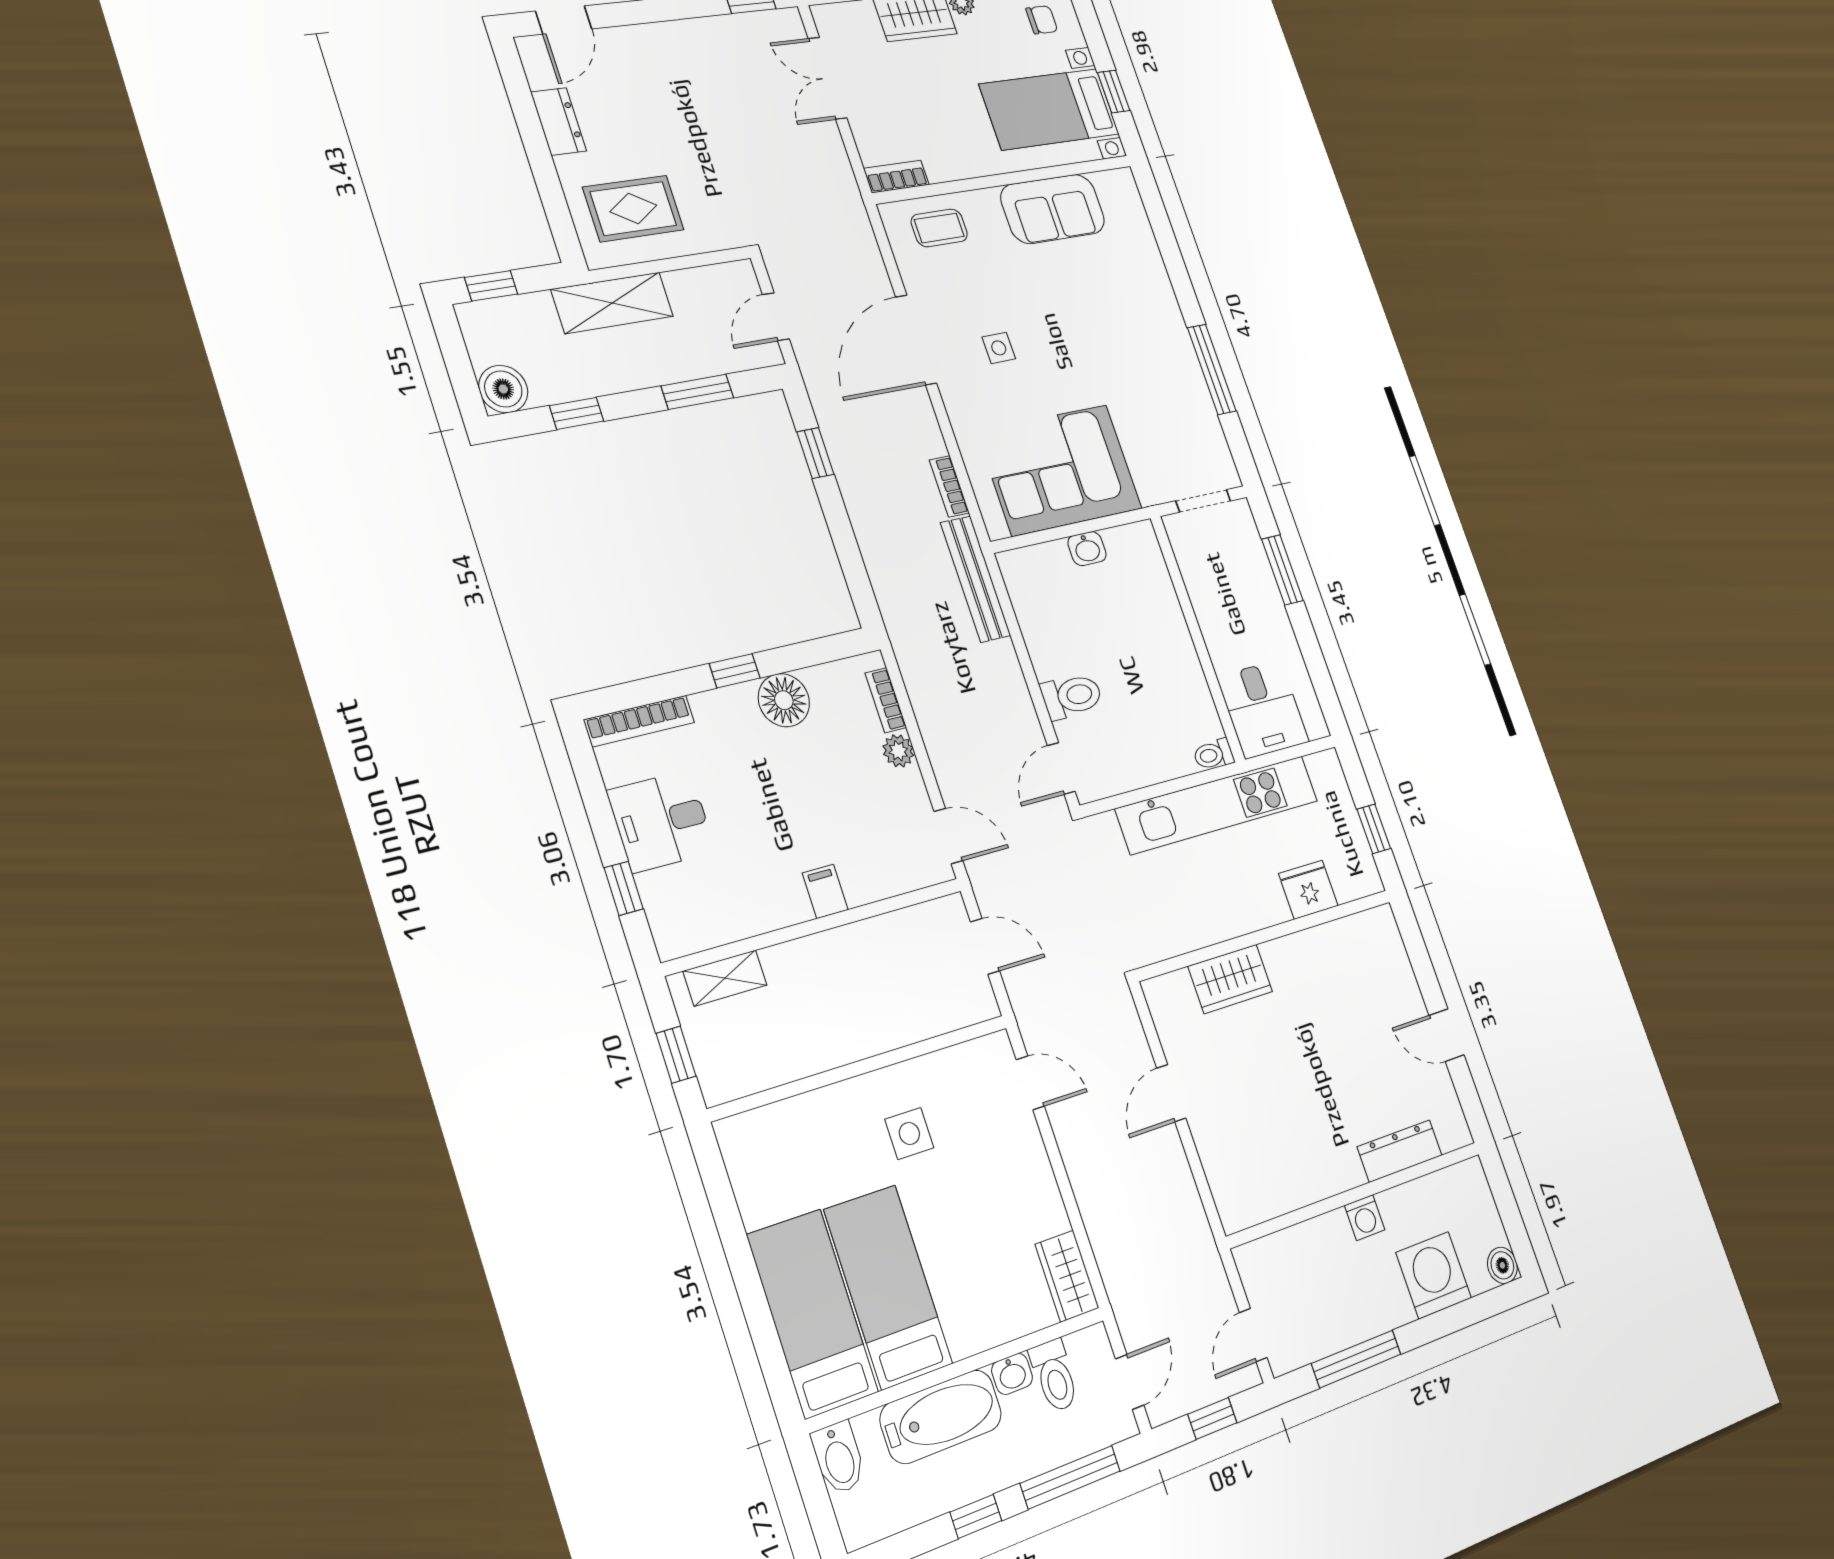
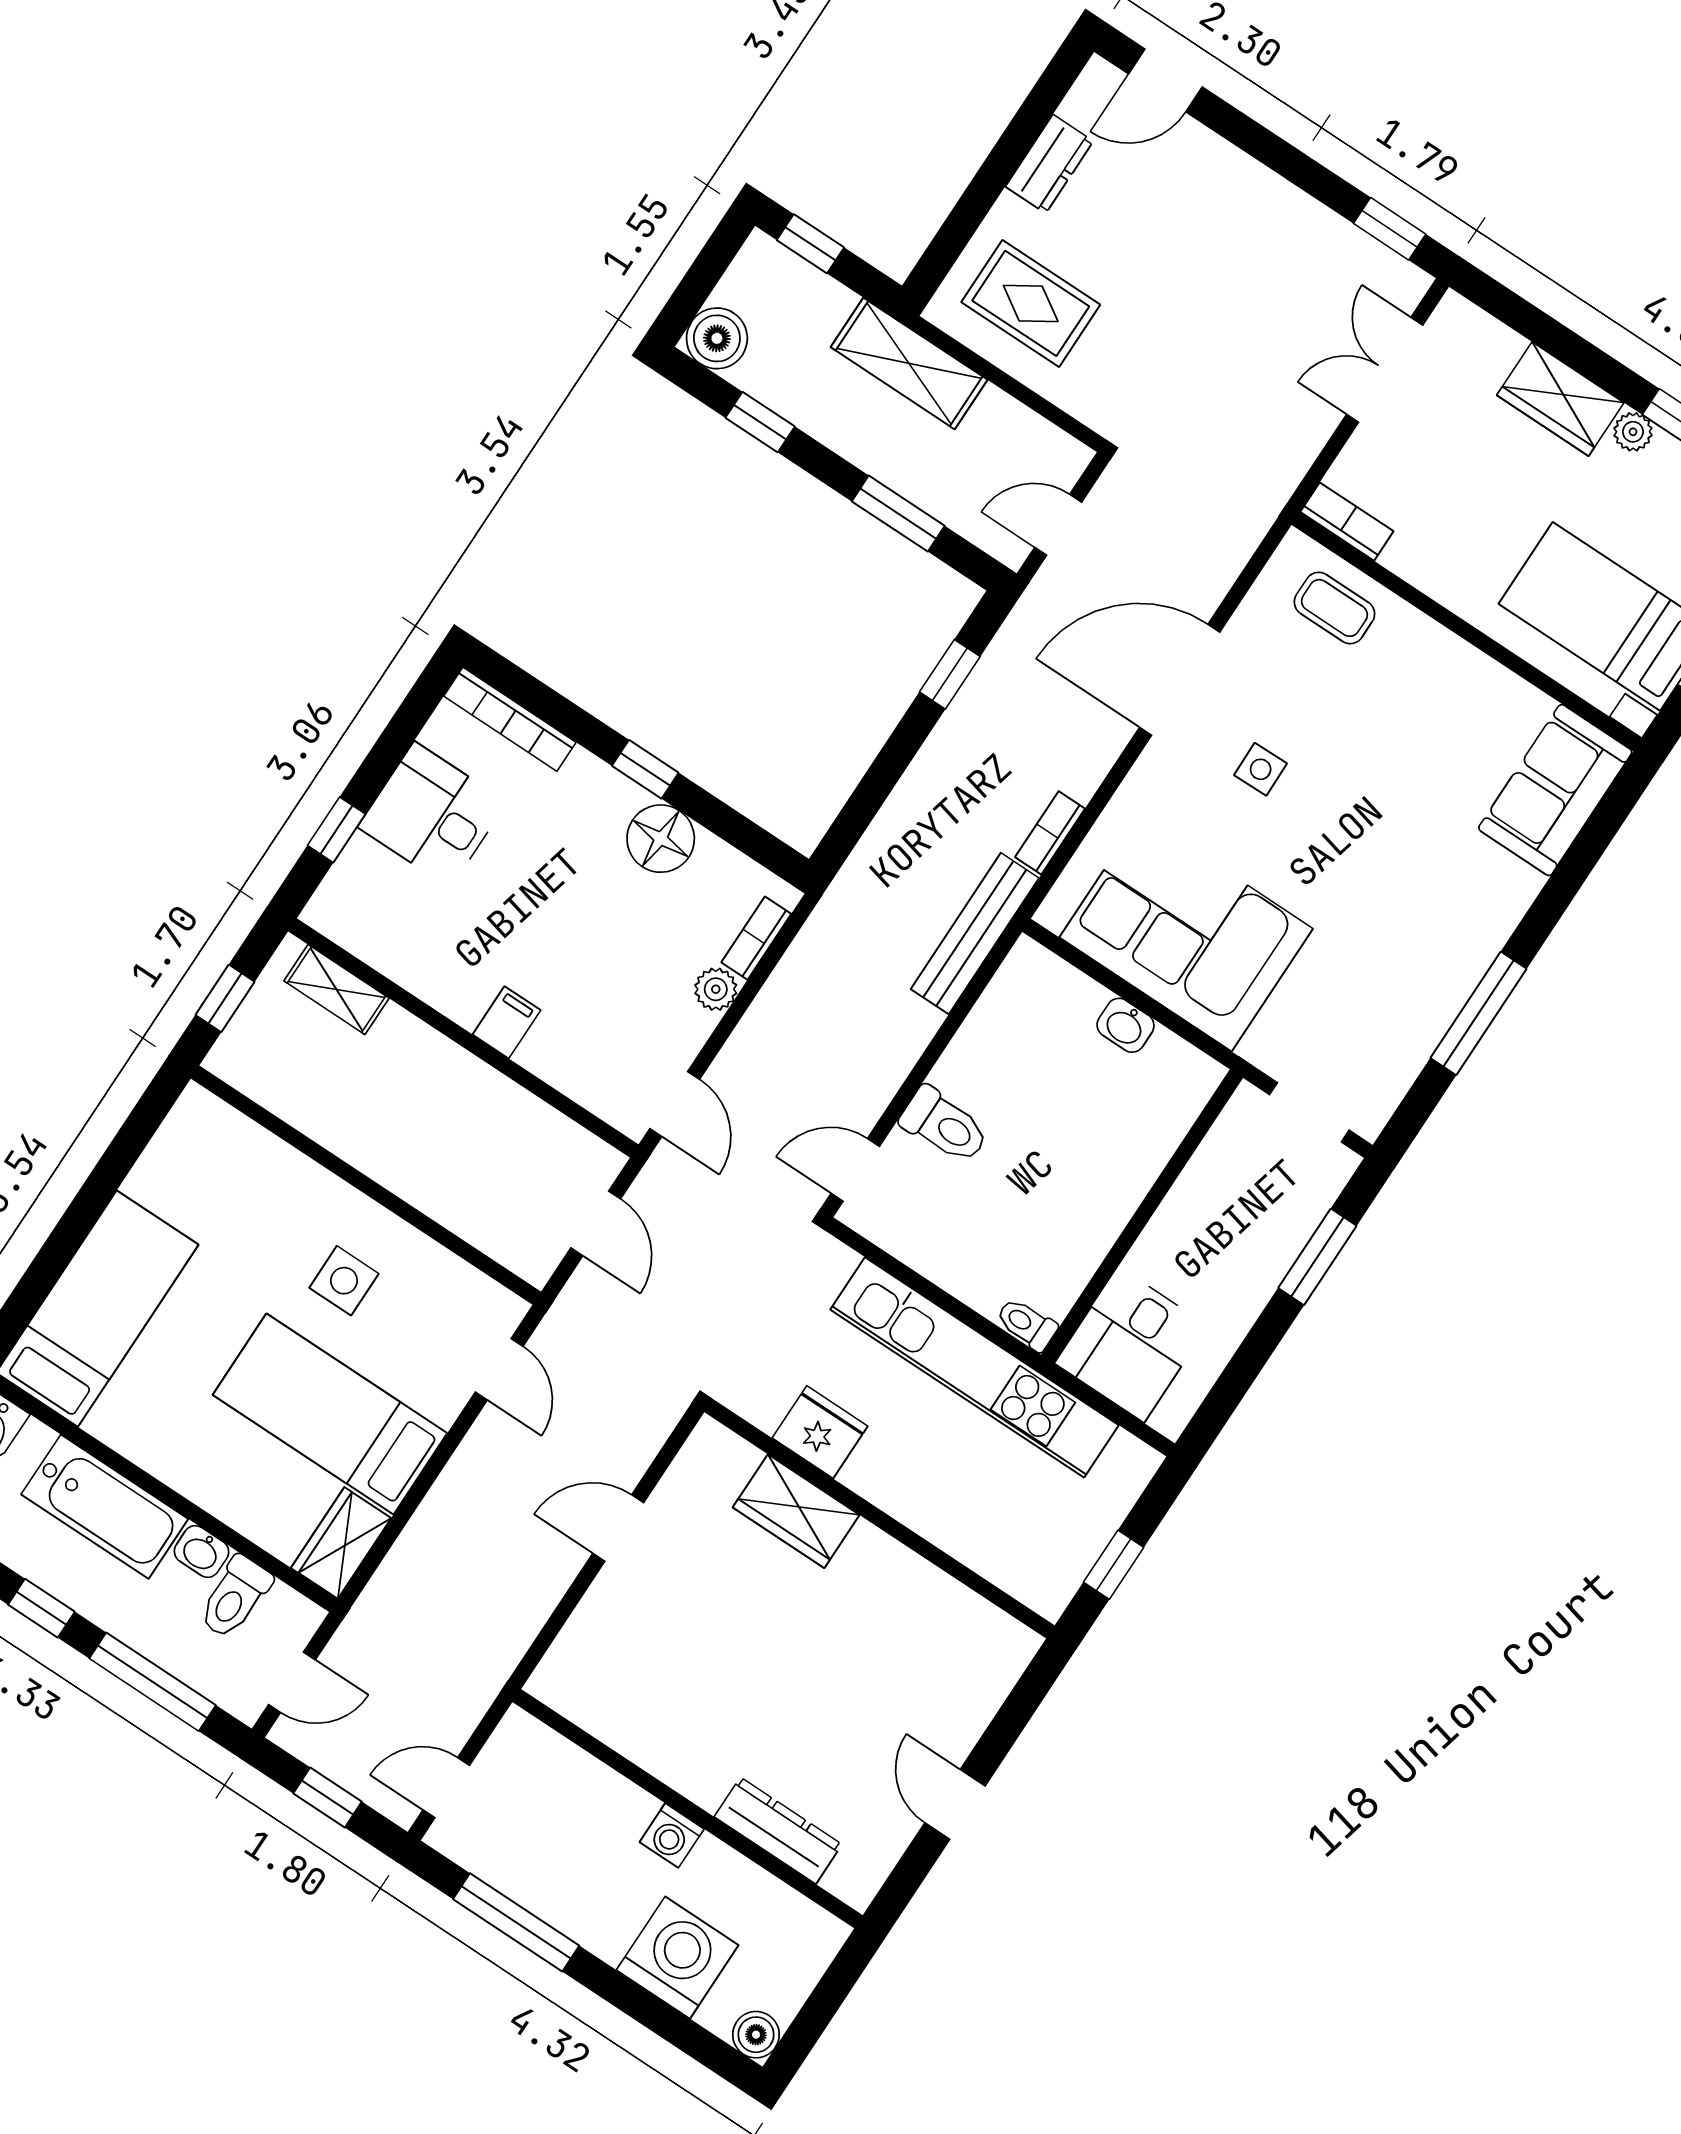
sofa: (1053, 209) -> (1555, 790), moved, turned 90
fridge: (1308, 890) -> (820, 1432), moved
bed: (888, 1287) -> (330, 1414), moved, turned -90

